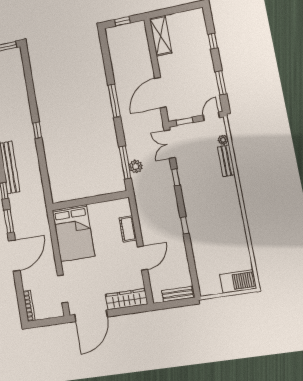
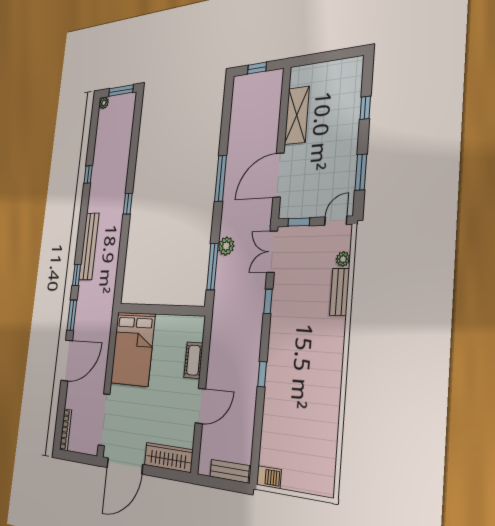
shelving: (161, 36) -> (297, 115), moved
plant: (136, 166) -> (226, 246), moved
barbecue: (238, 281) -> (269, 477), moved, width x0.53, depth x0.65
doorway: (63, 289) -> (104, 420), width x1.36

